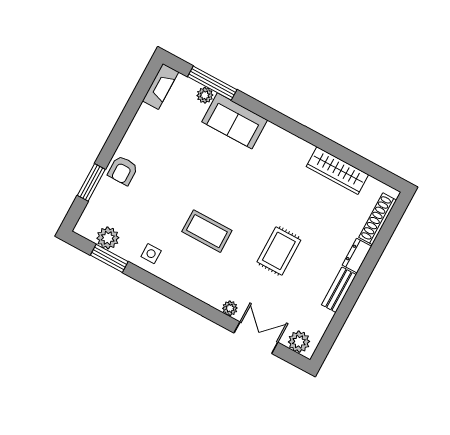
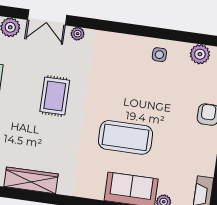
coffee table: (207, 231) -> (126, 137), moved, width x1.36, depth x1.32
window: (109, 258) -> (192, 38), removed

